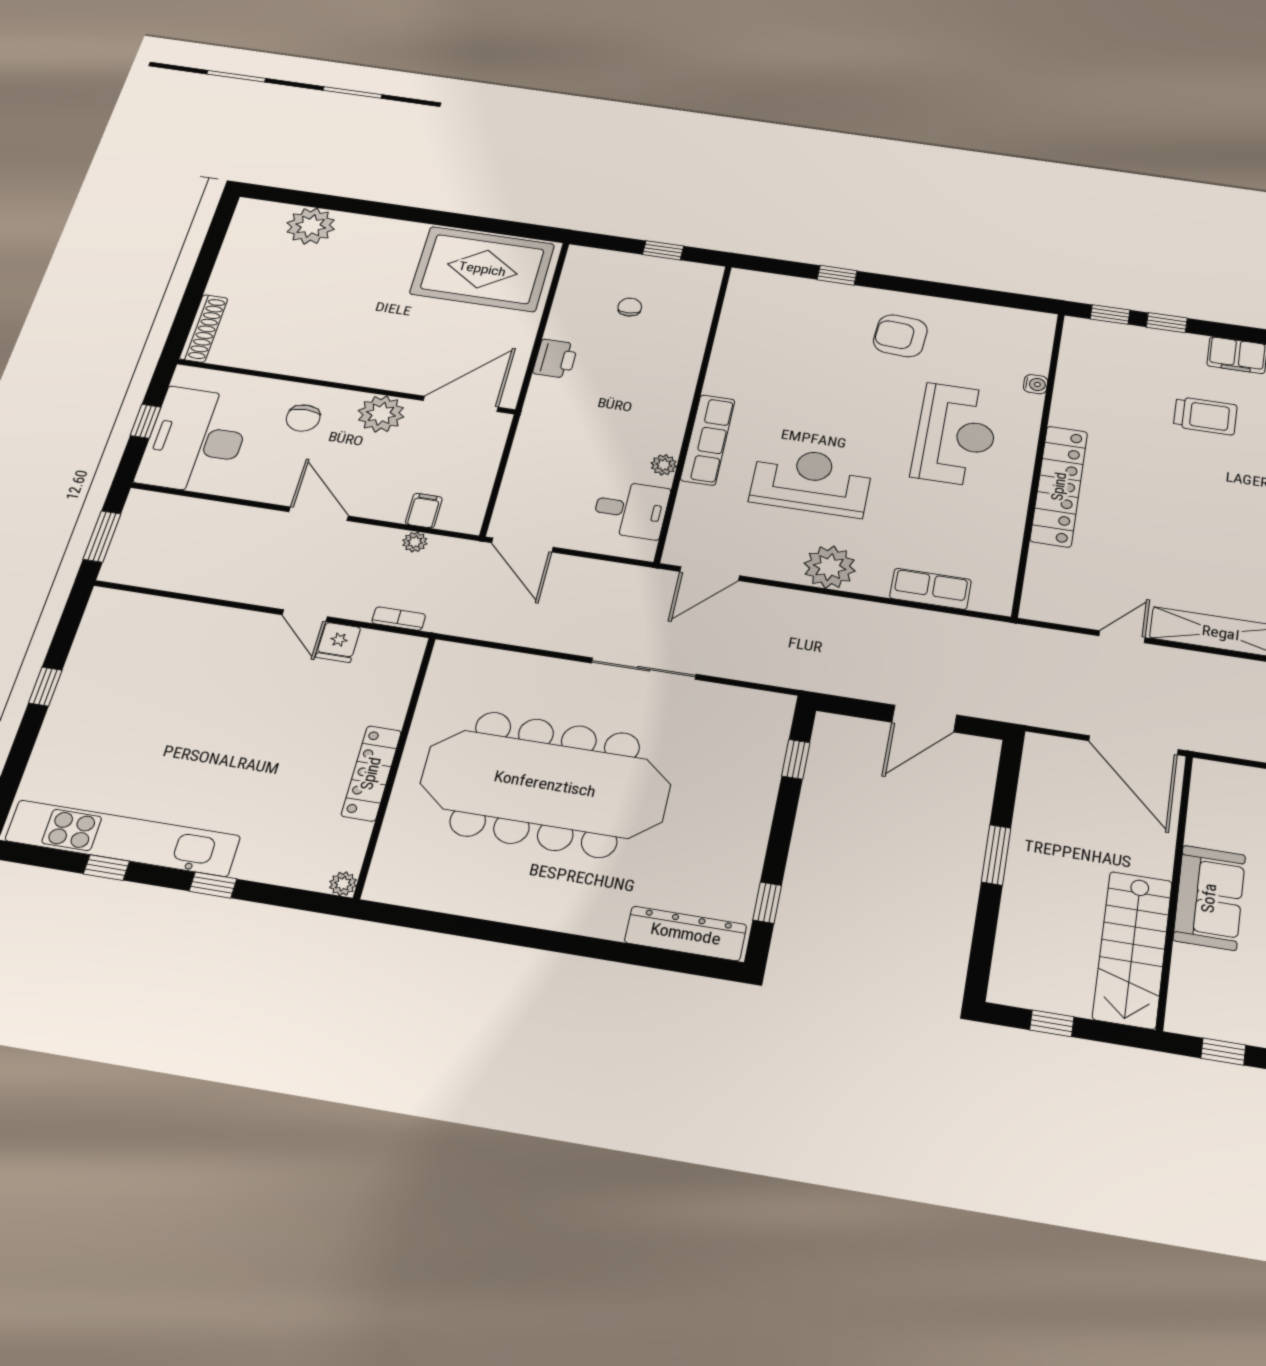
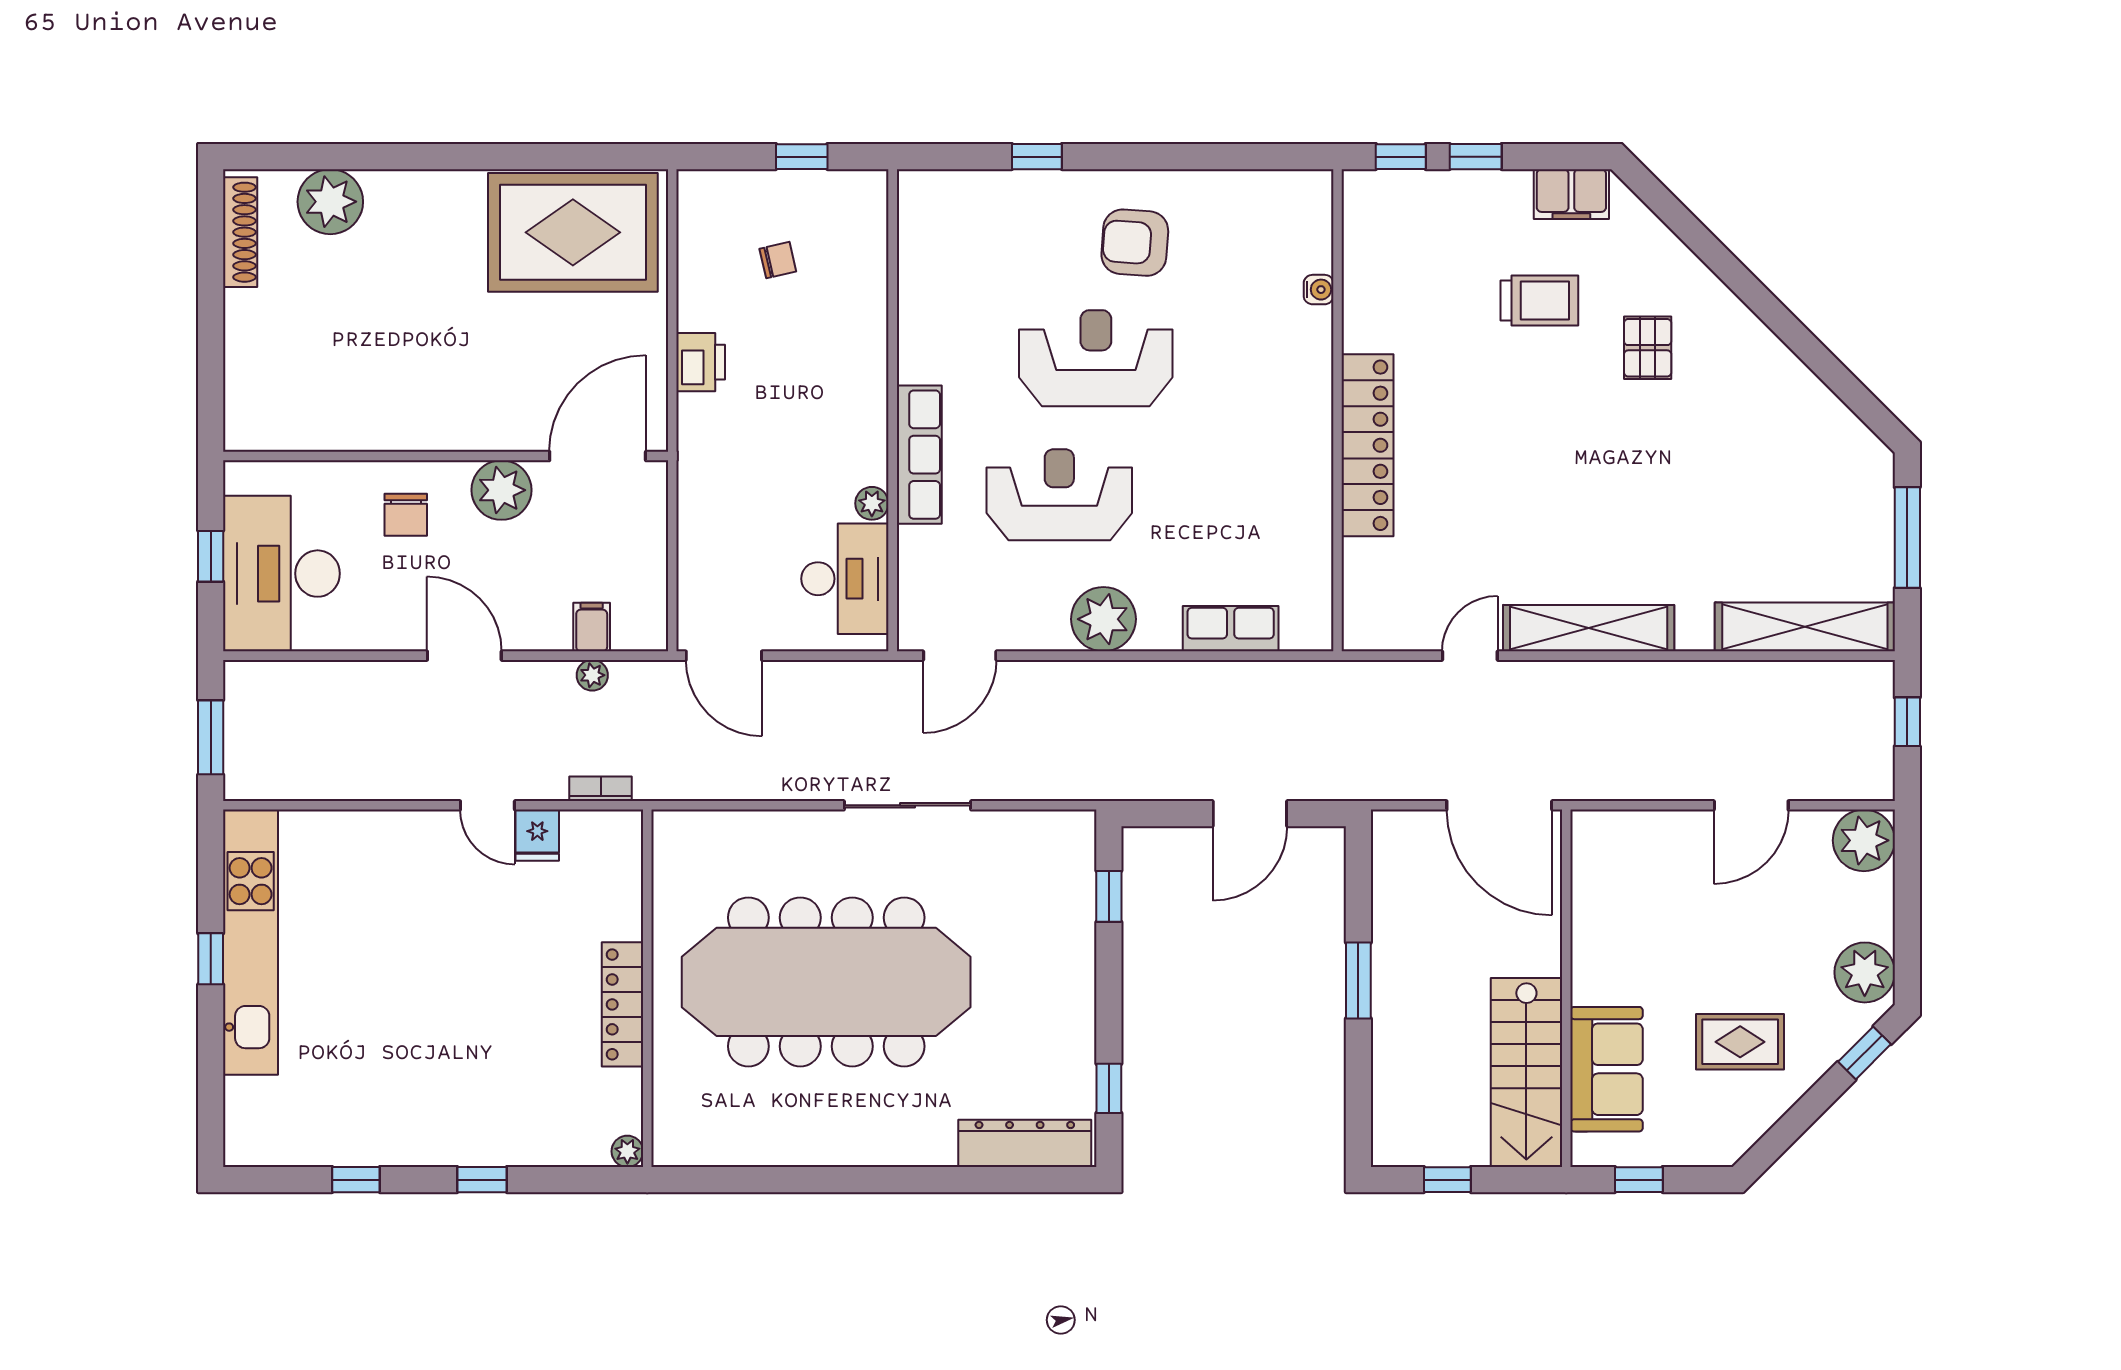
chair: (630, 307) -> (778, 260), turned 82
shoe rack: (204, 328) -> (240, 232), moved
reception desk: (956, 435) -> (1096, 358), moved, turned -90
desk: (631, 510) -> (845, 579), width x1.37
kitchen unit: (123, 838) -> (251, 942), moved, turned 90
sofa: (1209, 898) -> (1607, 1069), moved

